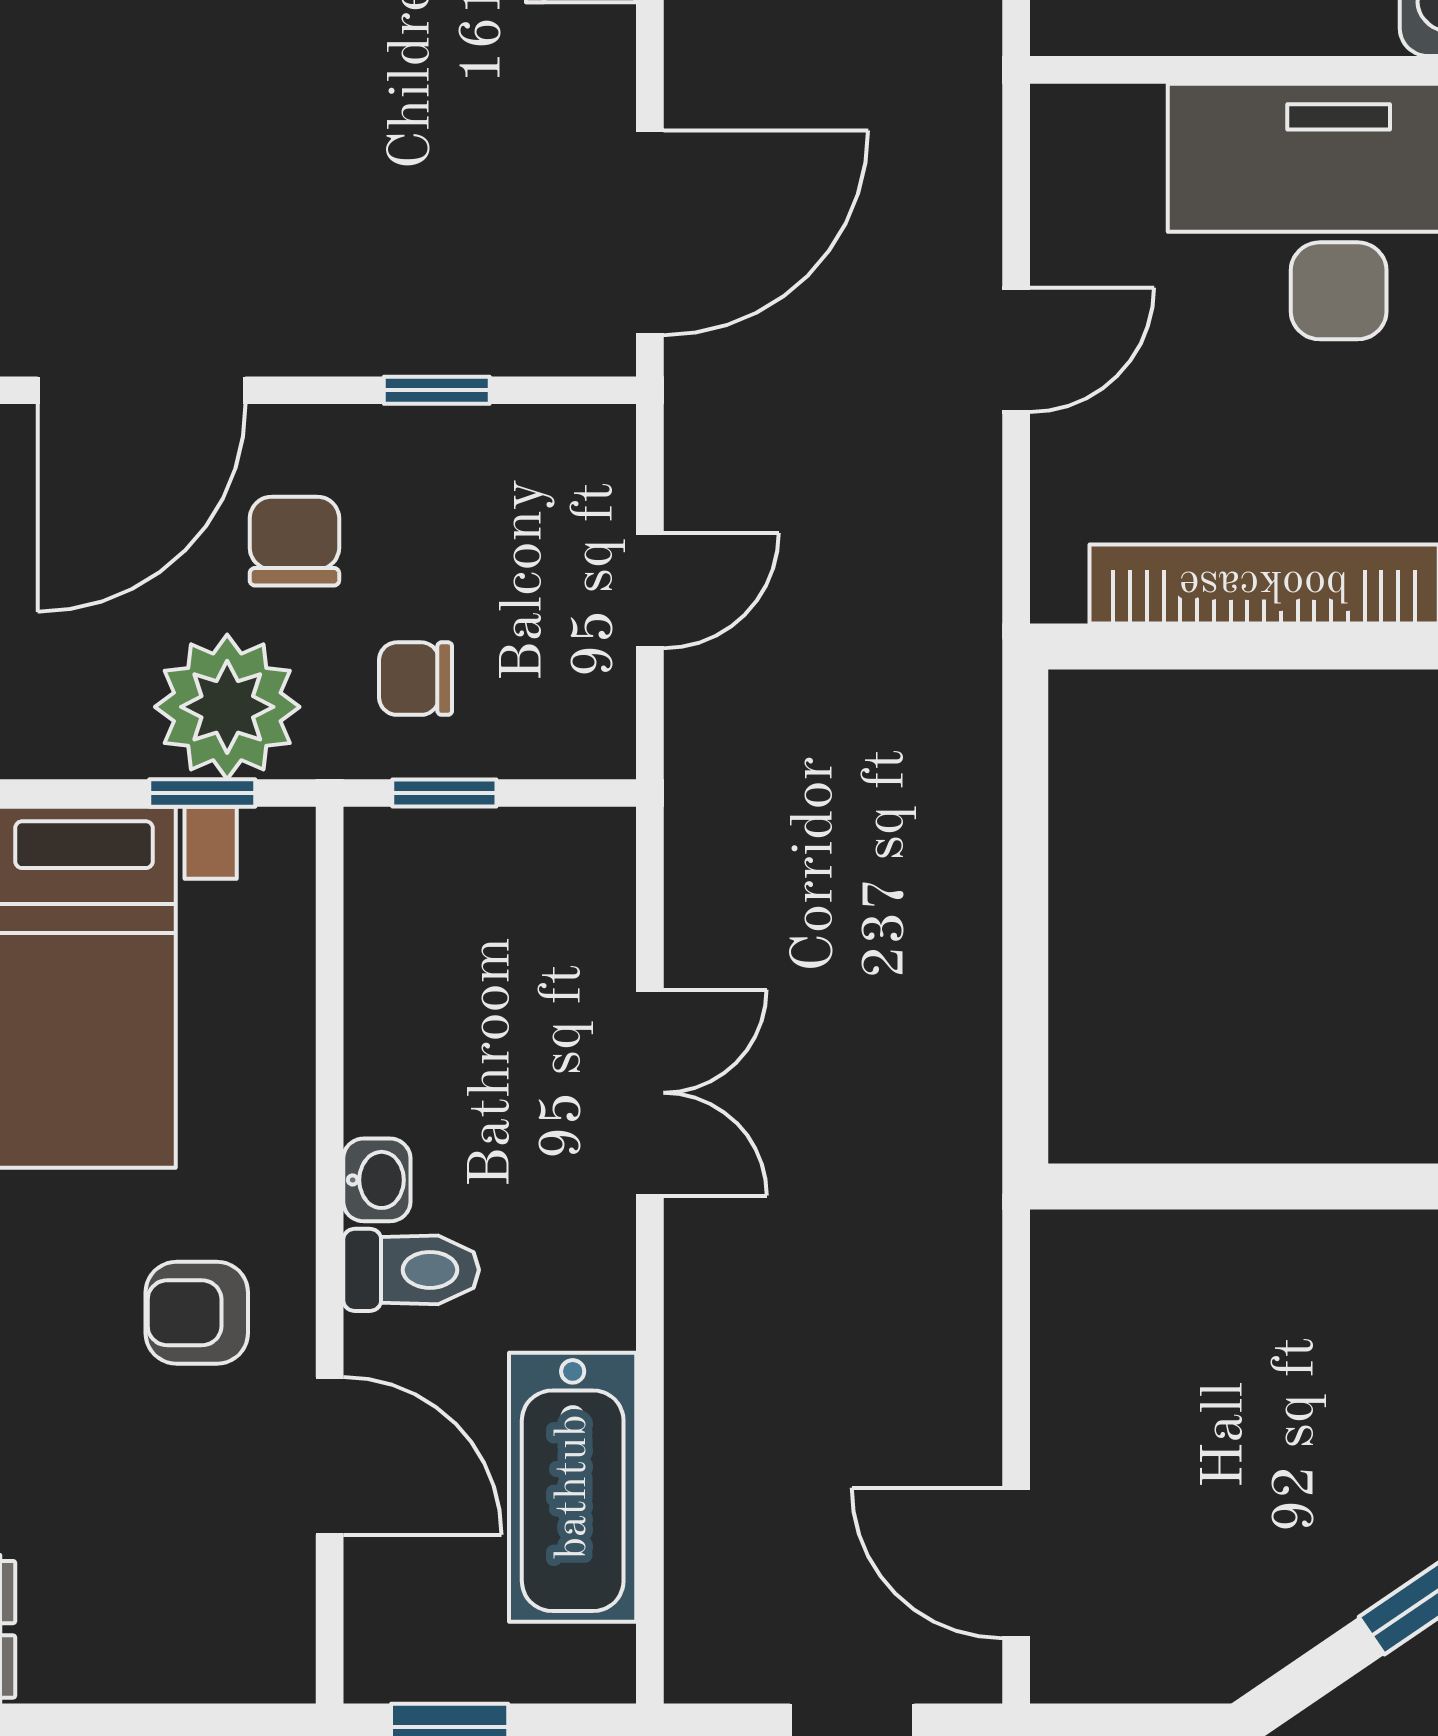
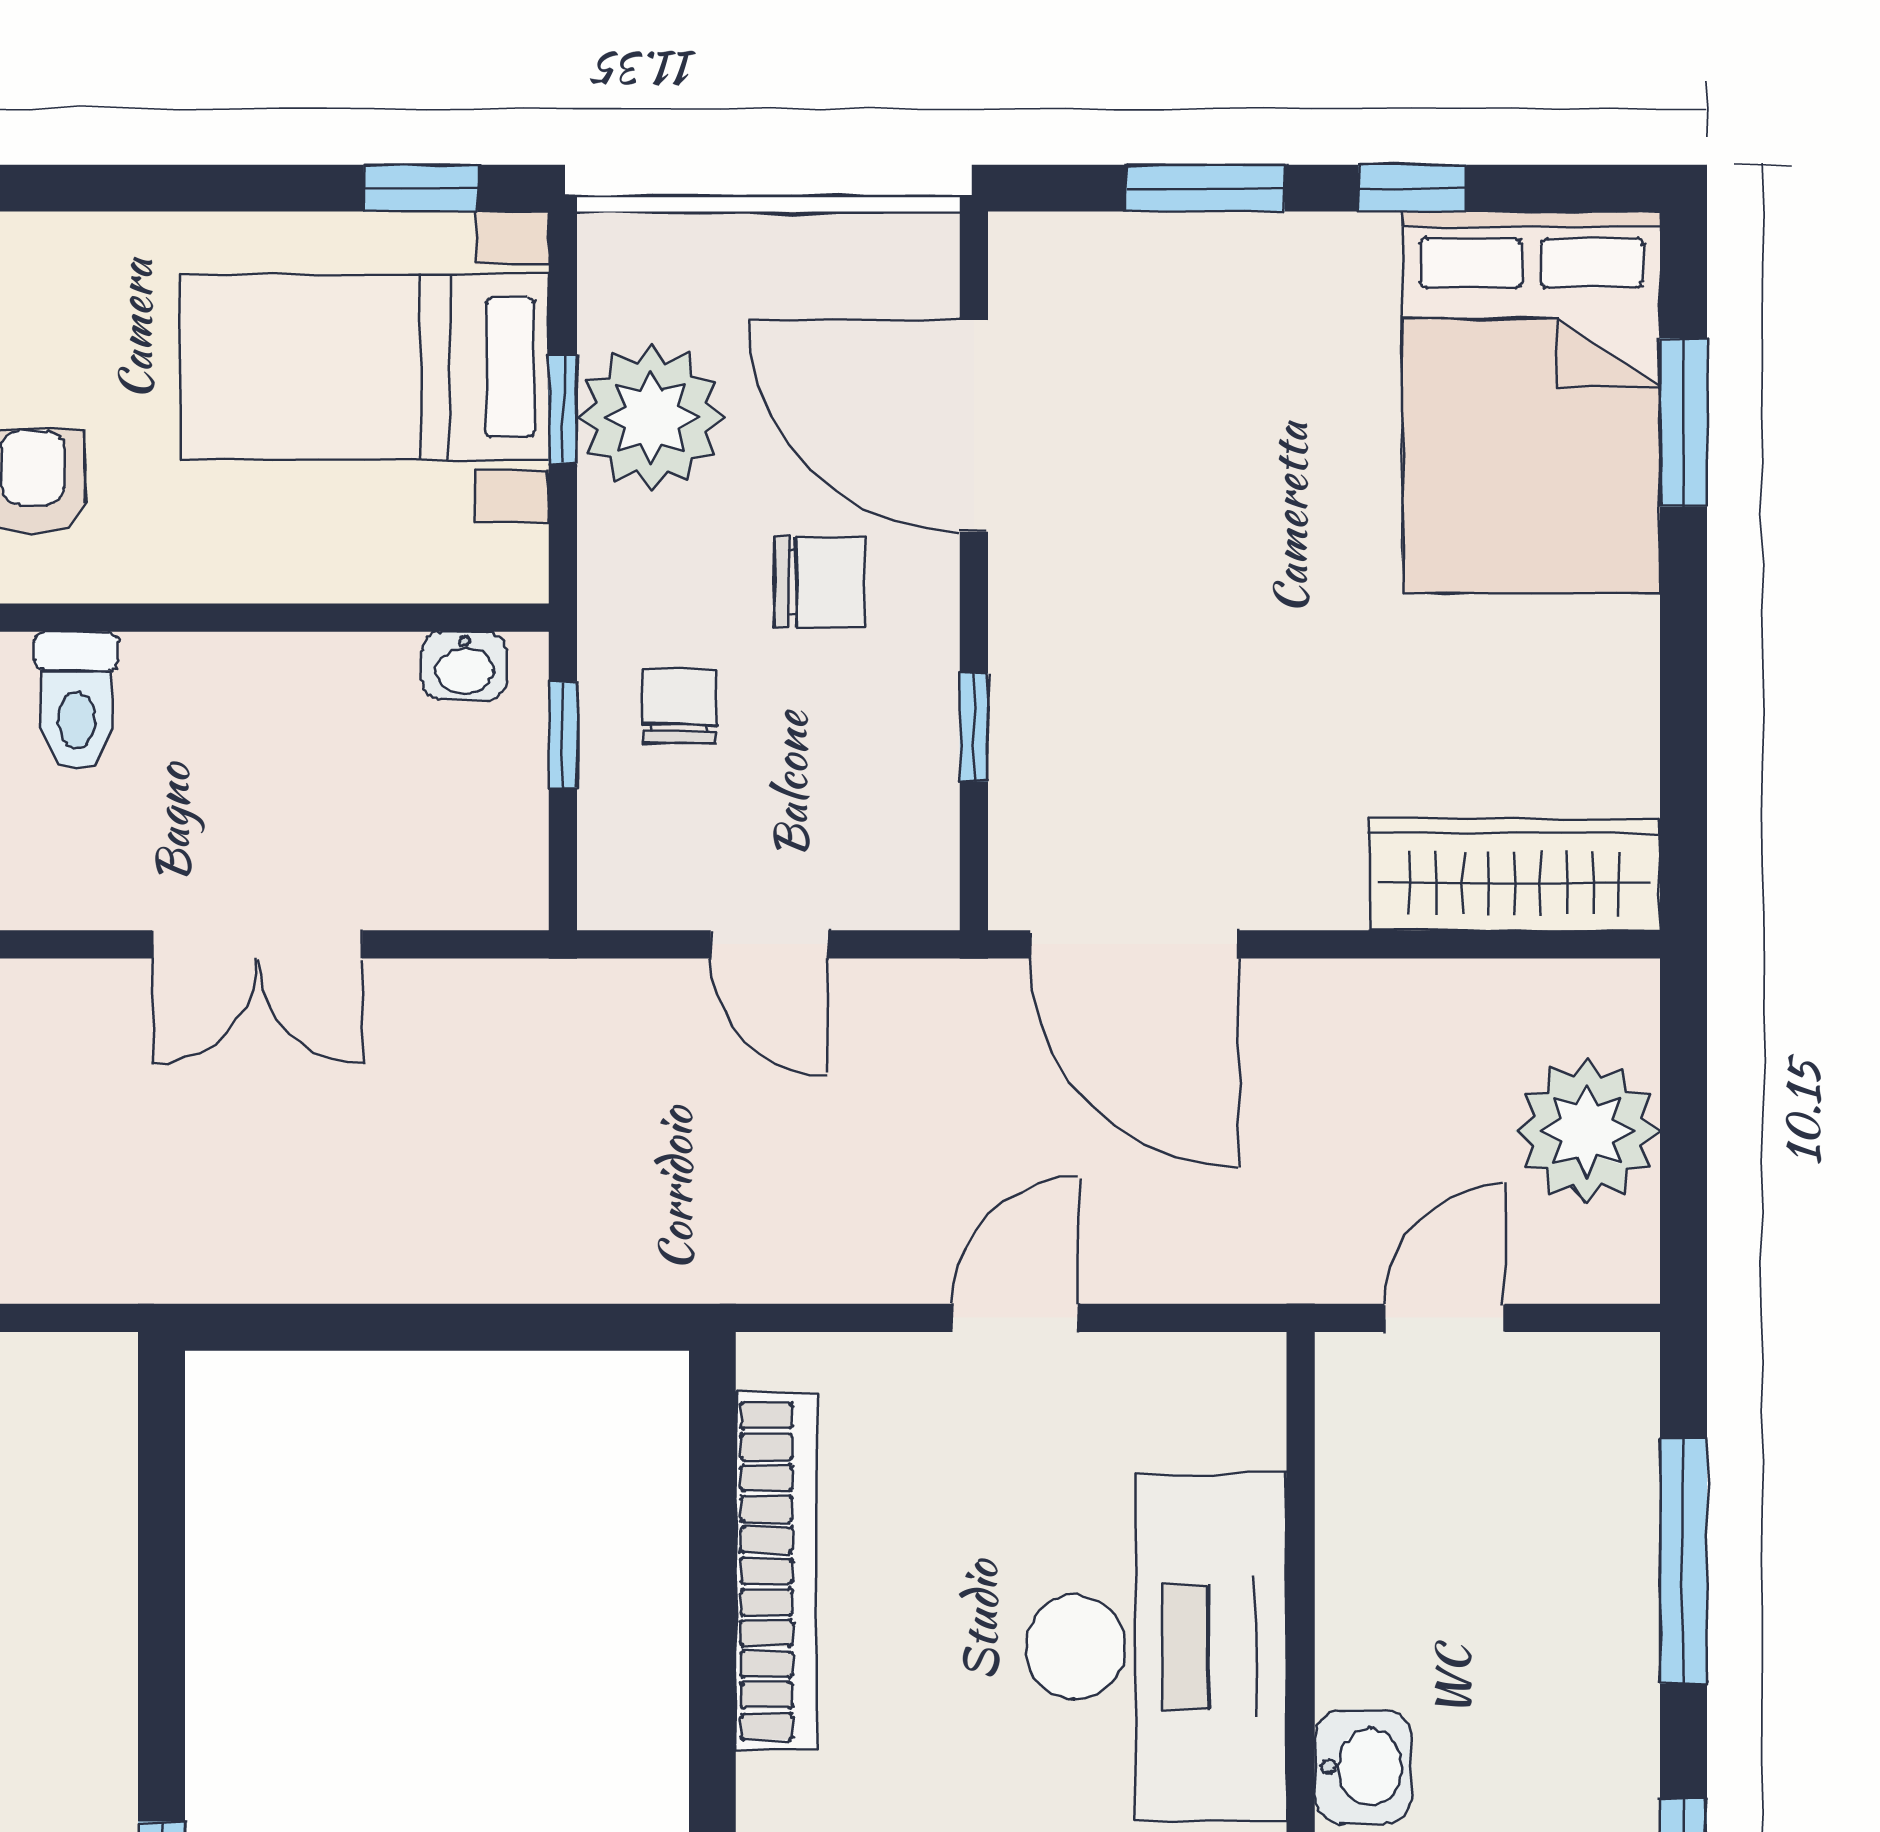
door: (1016, 350) -> (1015, 1318), swing flipped
plant: (227, 707) -> (651, 418), moved
window: (202, 793) -> (563, 409), moved
washbasin: (377, 1180) -> (464, 666), moved

